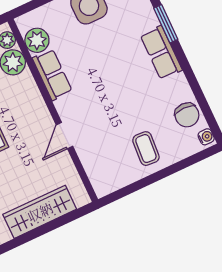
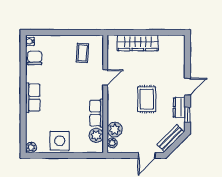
window: (166, 24) -> (23, 112), removed
coffee table: (146, 149) -> (82, 53), moved

